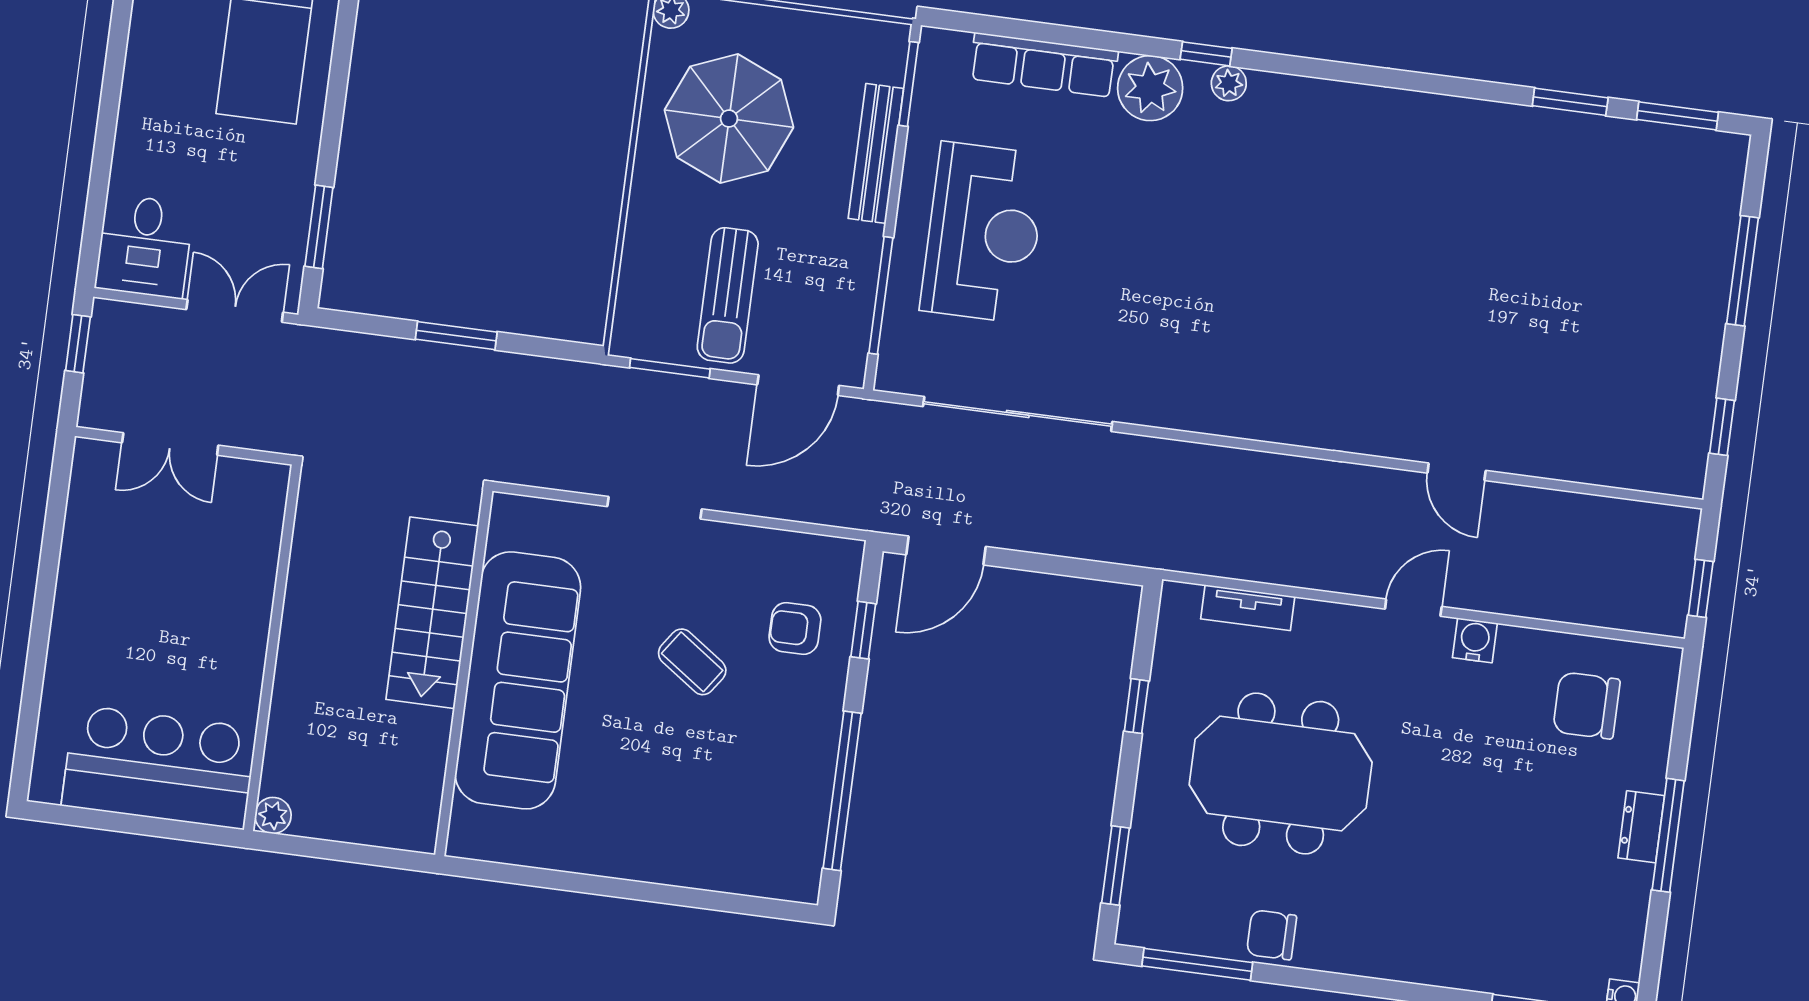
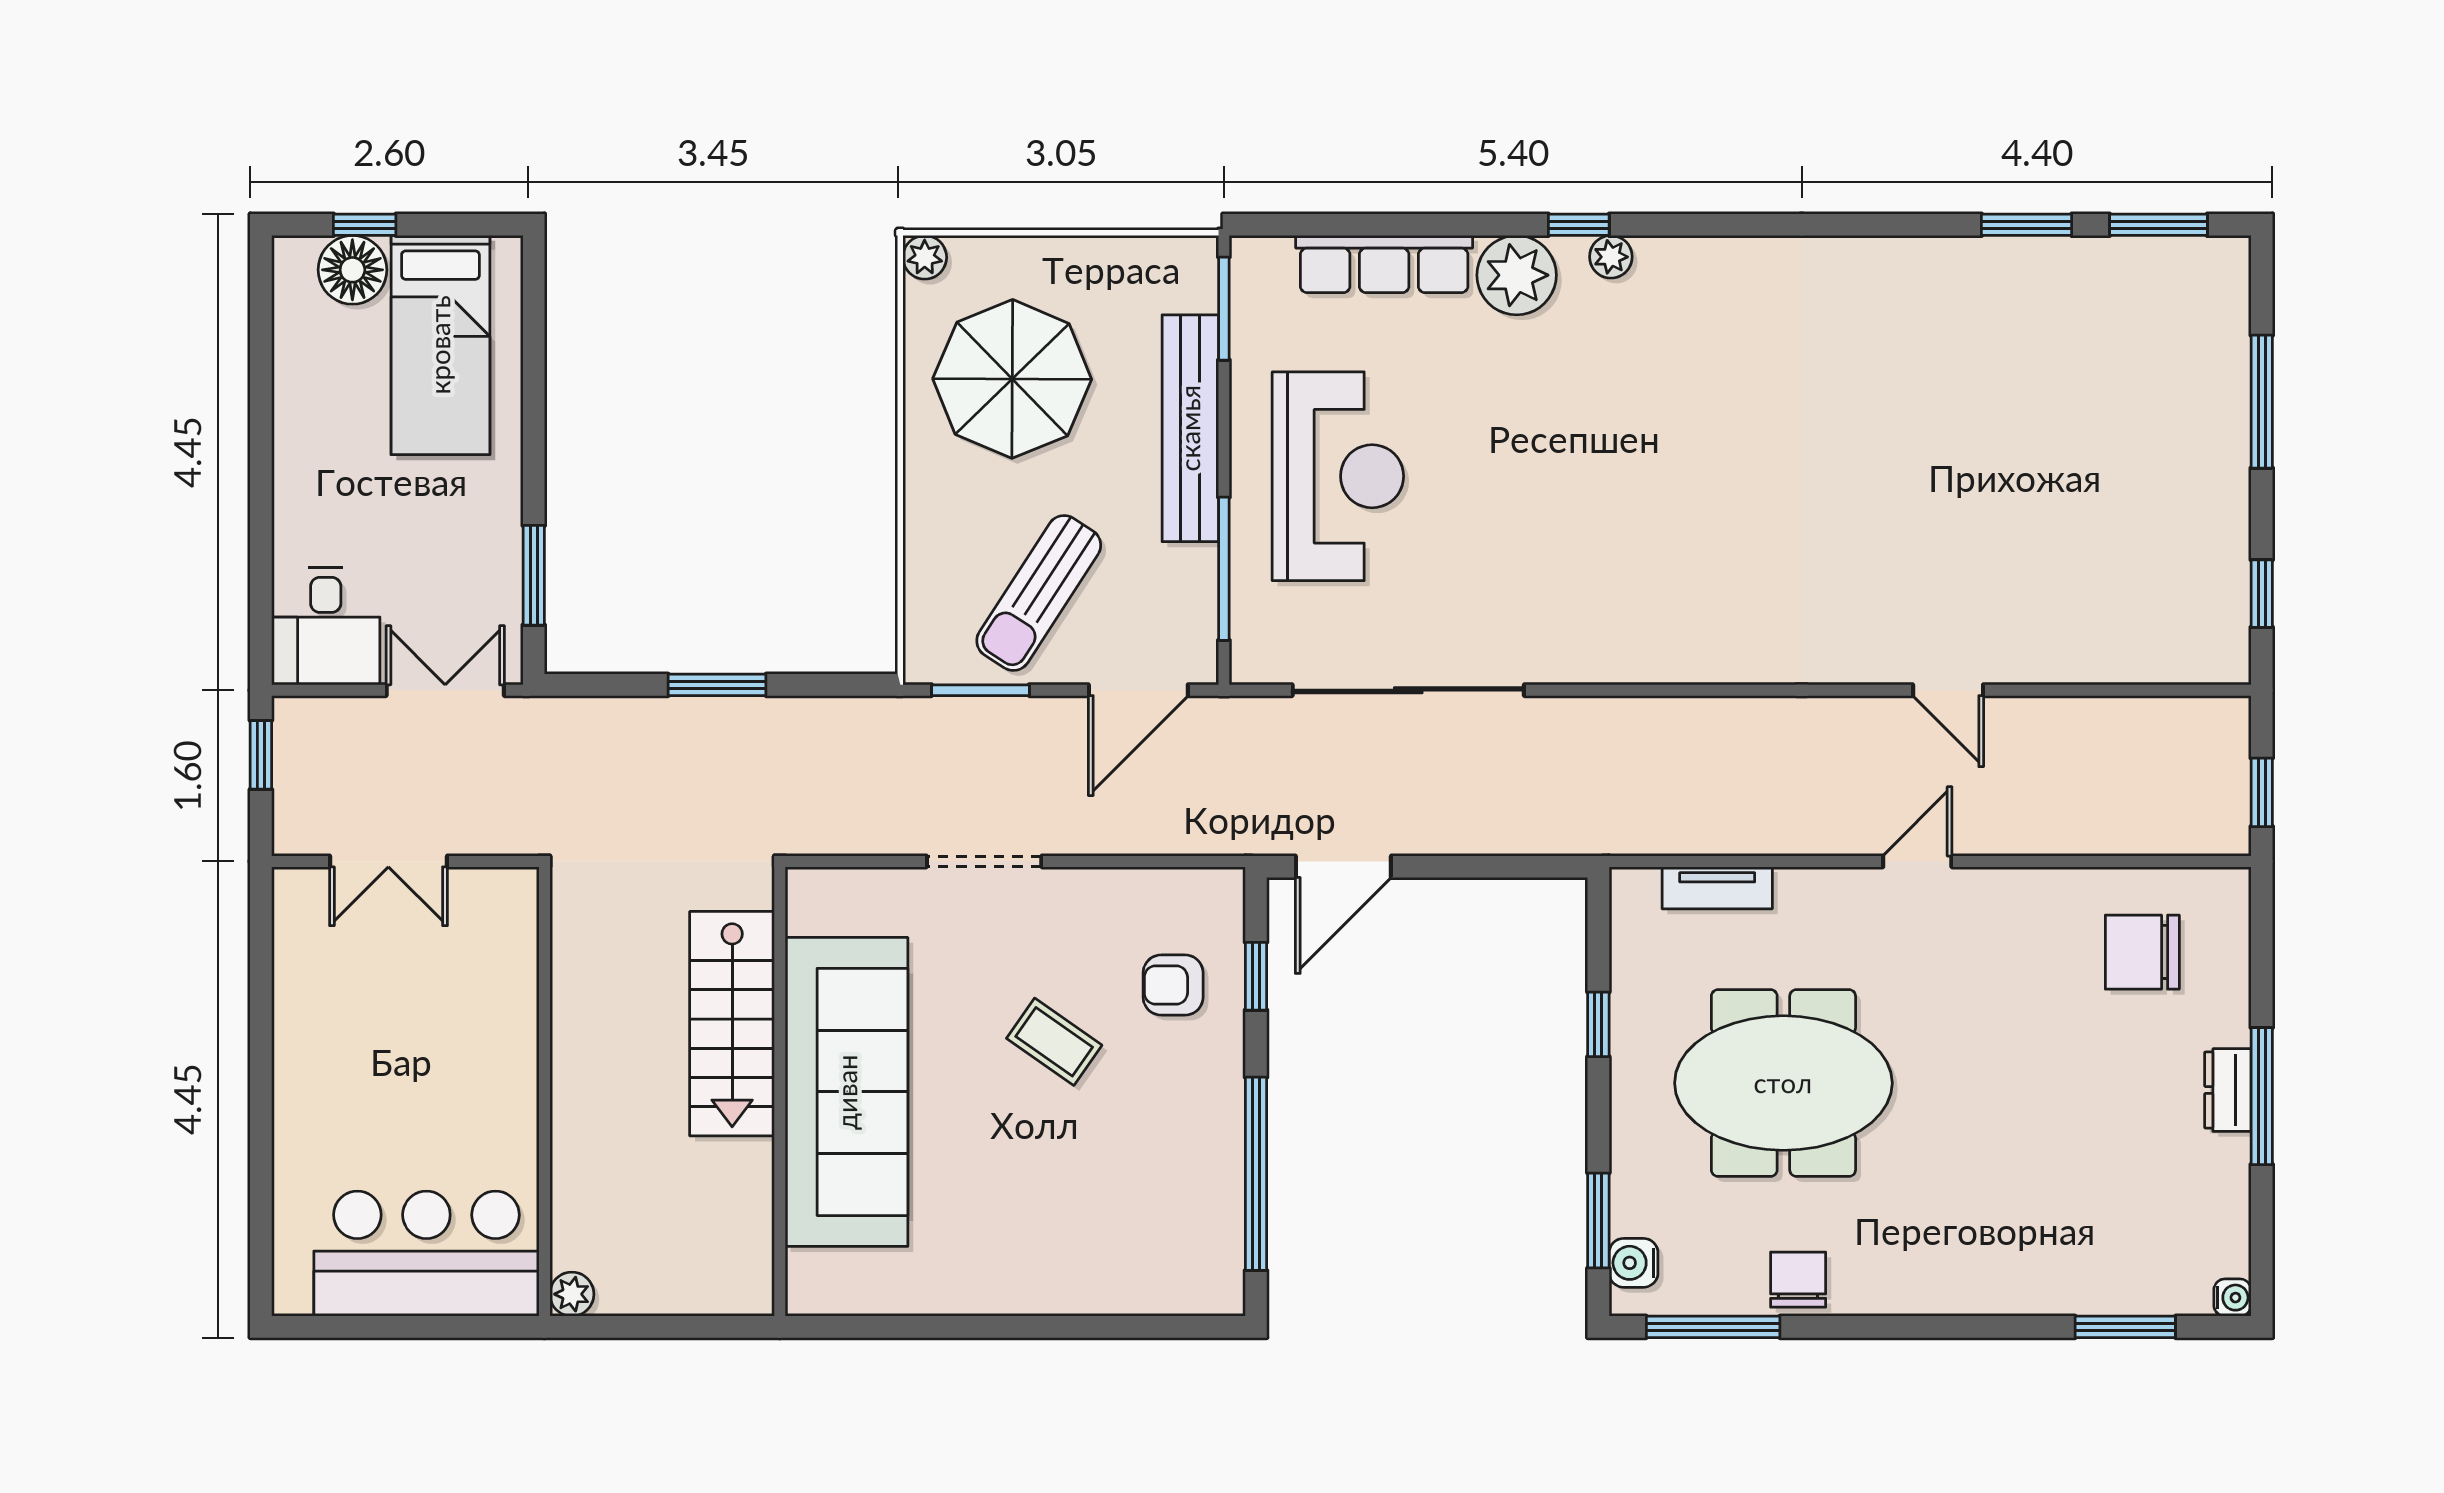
bench: (876, 153) -> (1190, 428), width x1.37, depth x1.21
sun lounger: (728, 295) -> (1039, 593), turned 33
water cooler: (1475, 640) -> (1634, 1263), moved, turned -90
chair: (1272, 935) -> (1798, 1280), turned 90

